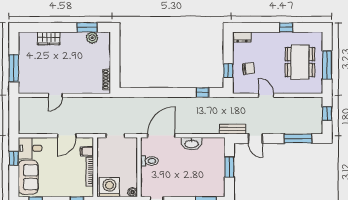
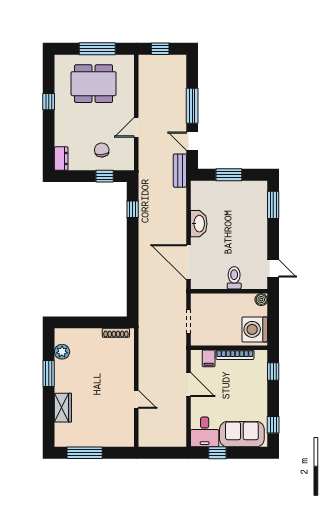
window: (87, 27) -> (49, 373), moved
window: (14, 68) -> (85, 453), moved
door: (255, 139) -> (192, 141), swing flipped
window: (298, 139) -> (192, 106), moved
toilet: (149, 161) -> (234, 278), moved

